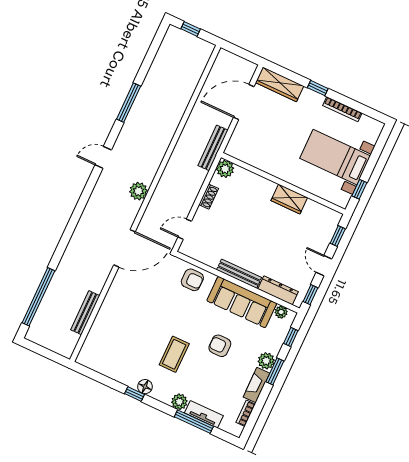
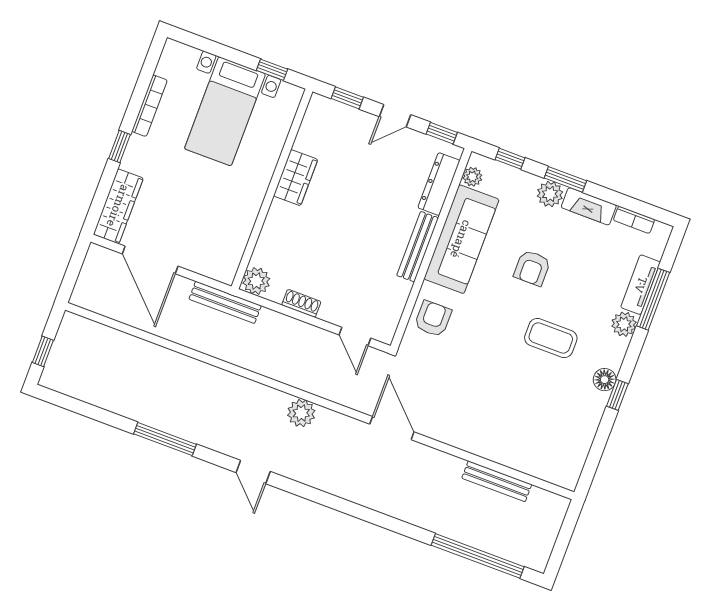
door: (124, 248) -> (392, 428), width x0.73

